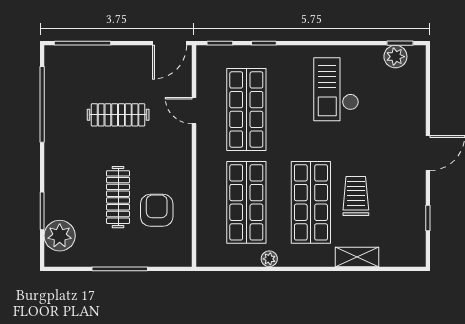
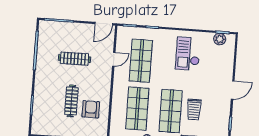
door: (194, 111) -> (114, 59), swing flipped
trolley: (356, 196) -> (194, 109), turned 180
plant: (60, 236) -> (40, 119), removed

